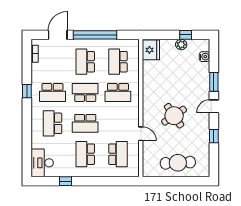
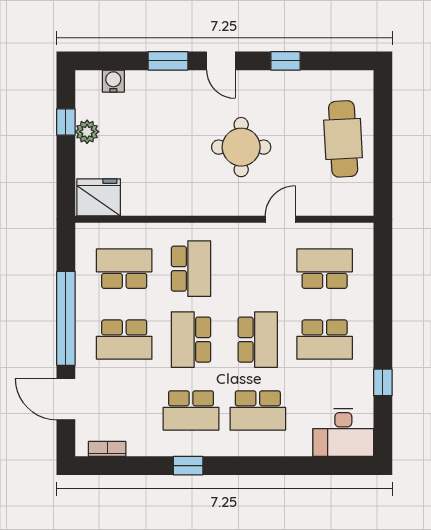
school desk: (118, 62) -> (124, 269), turned 180
school desk: (52, 93) -> (191, 410), turned 90
round table: (174, 116) -> (241, 147), turned 34

